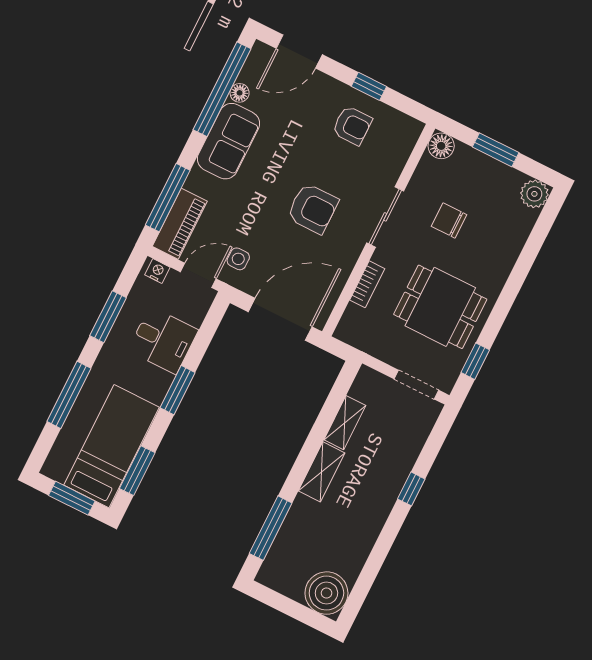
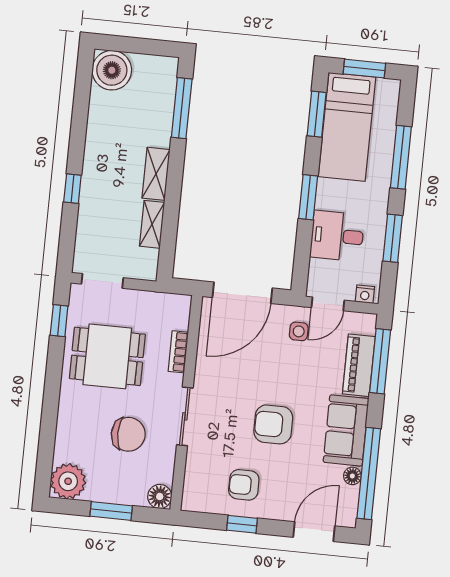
plant: (534, 194) -> (68, 481), width x1.36, depth x1.36
armchair: (313, 208) -> (273, 424), moved
chair: (449, 220) -> (128, 434), width x1.37, depth x1.37
piano: (180, 224) -> (359, 365), moved

